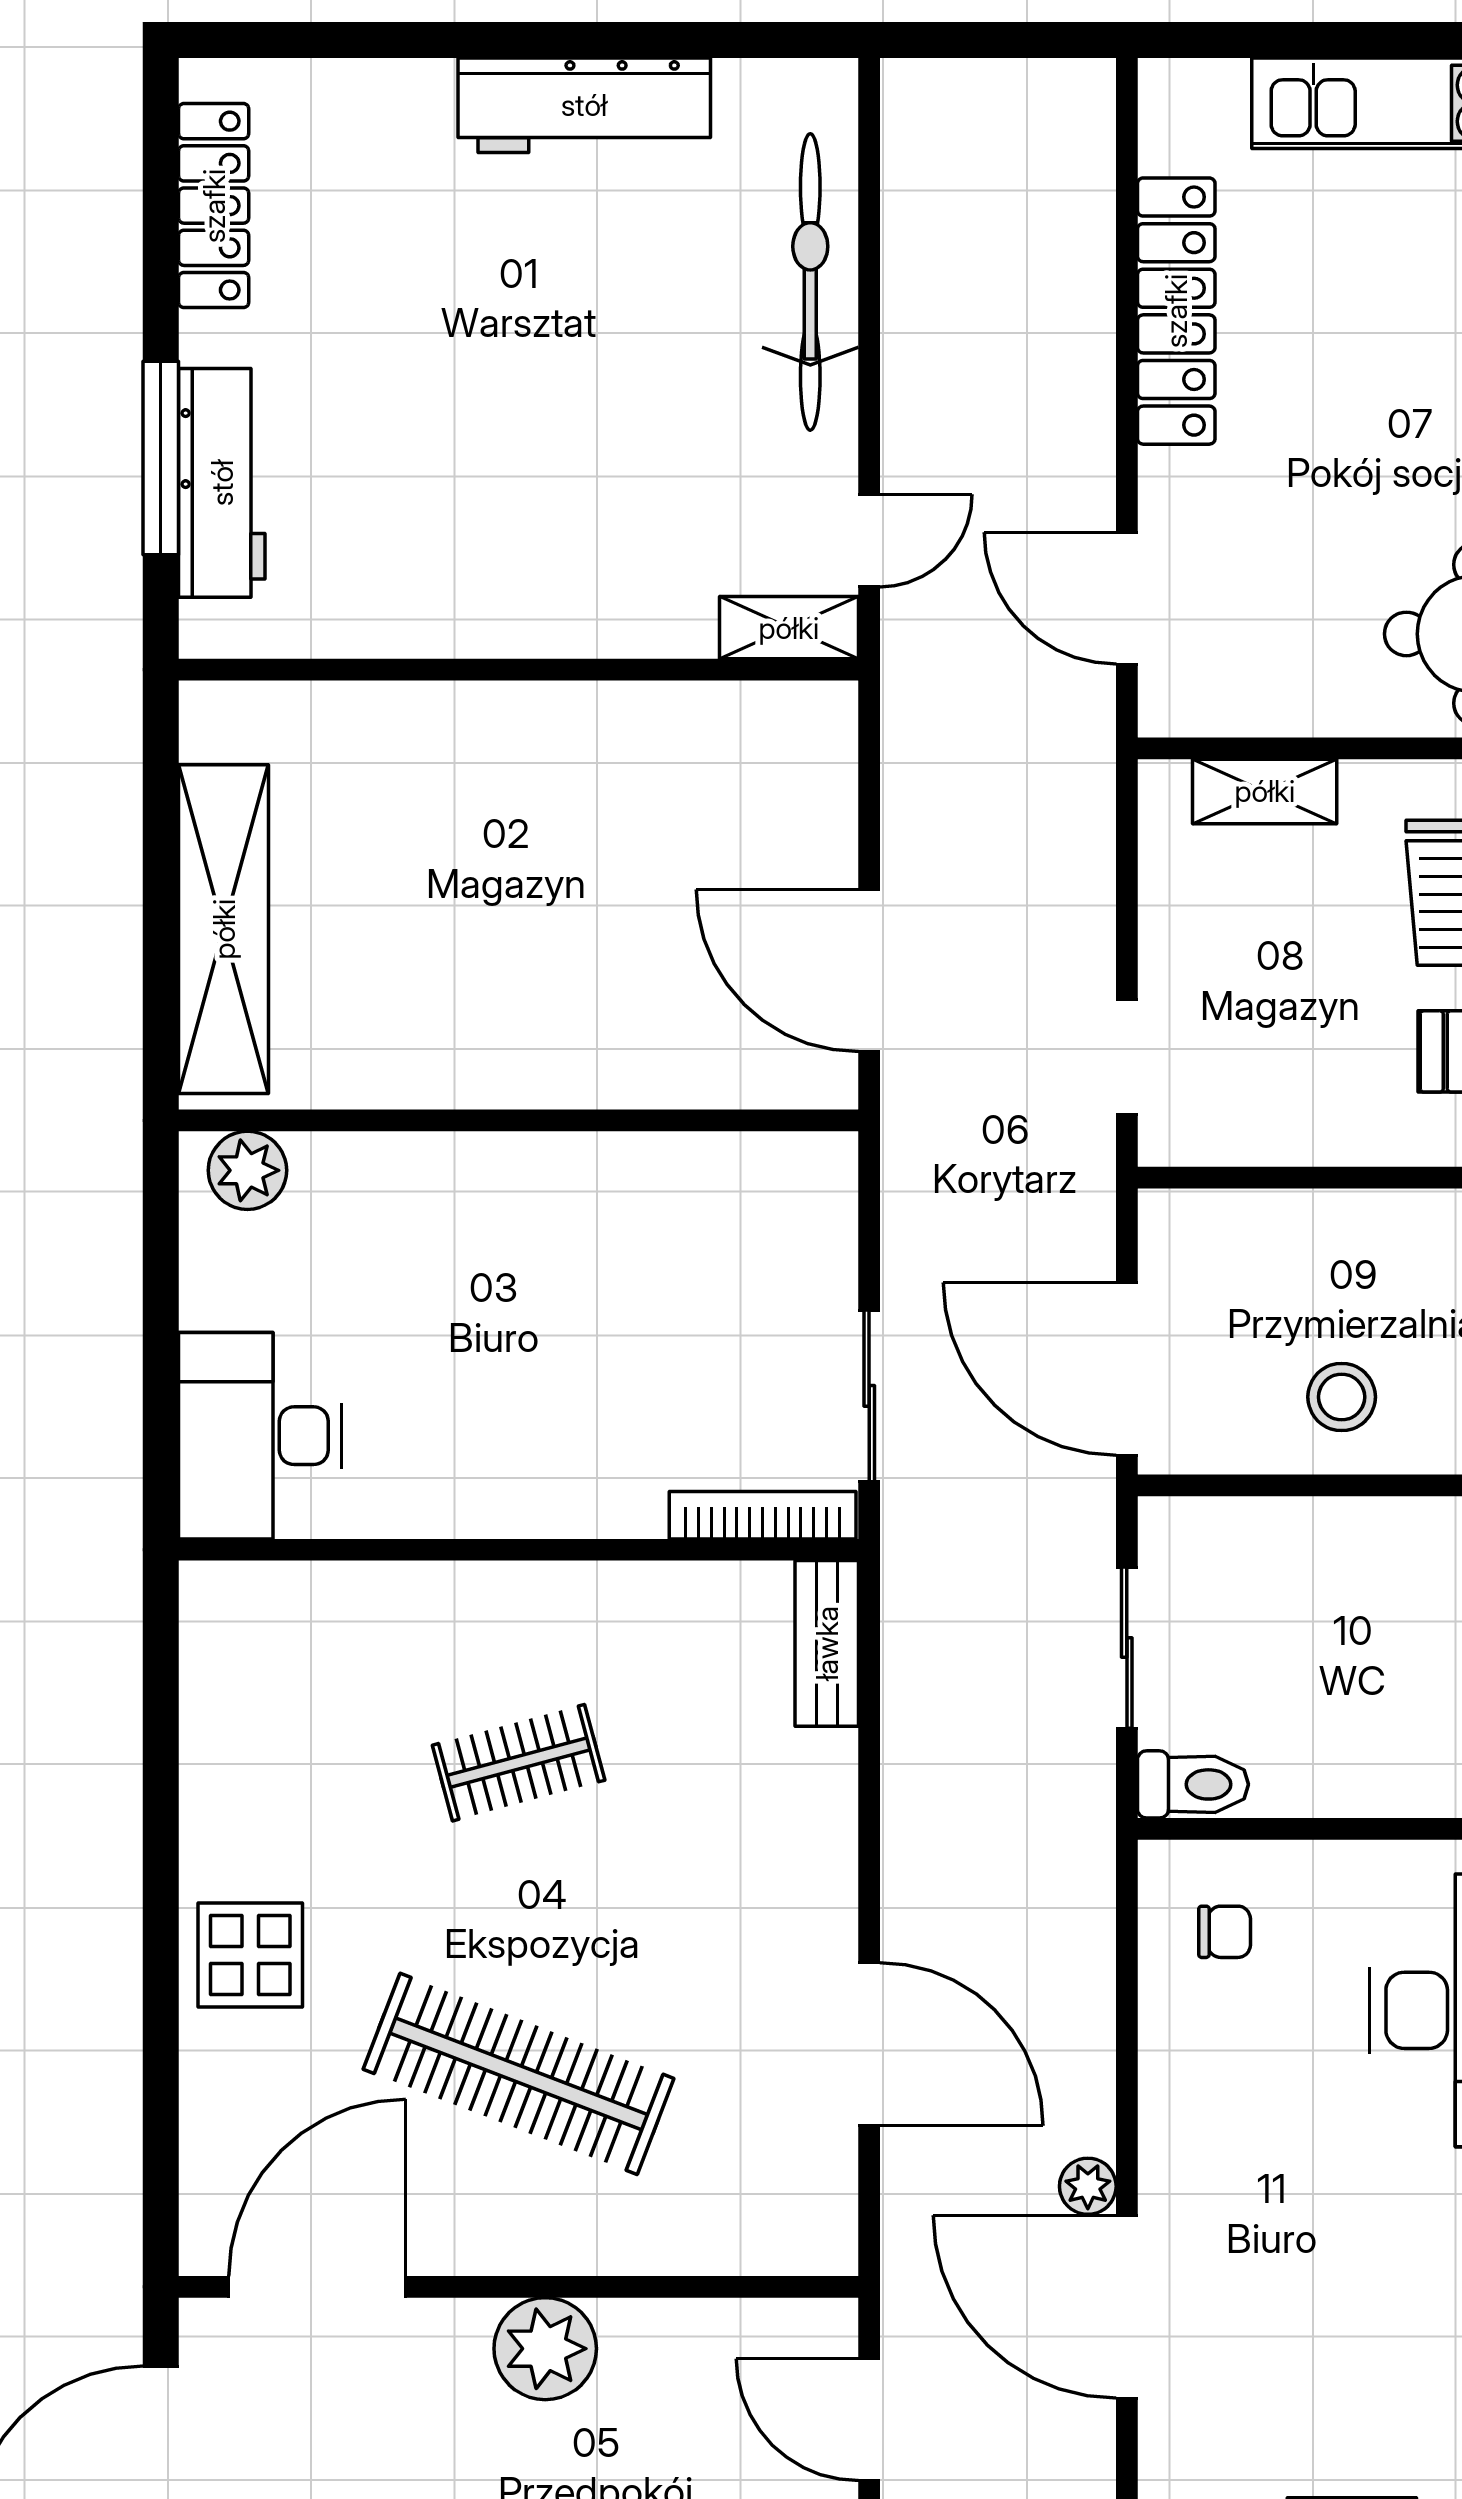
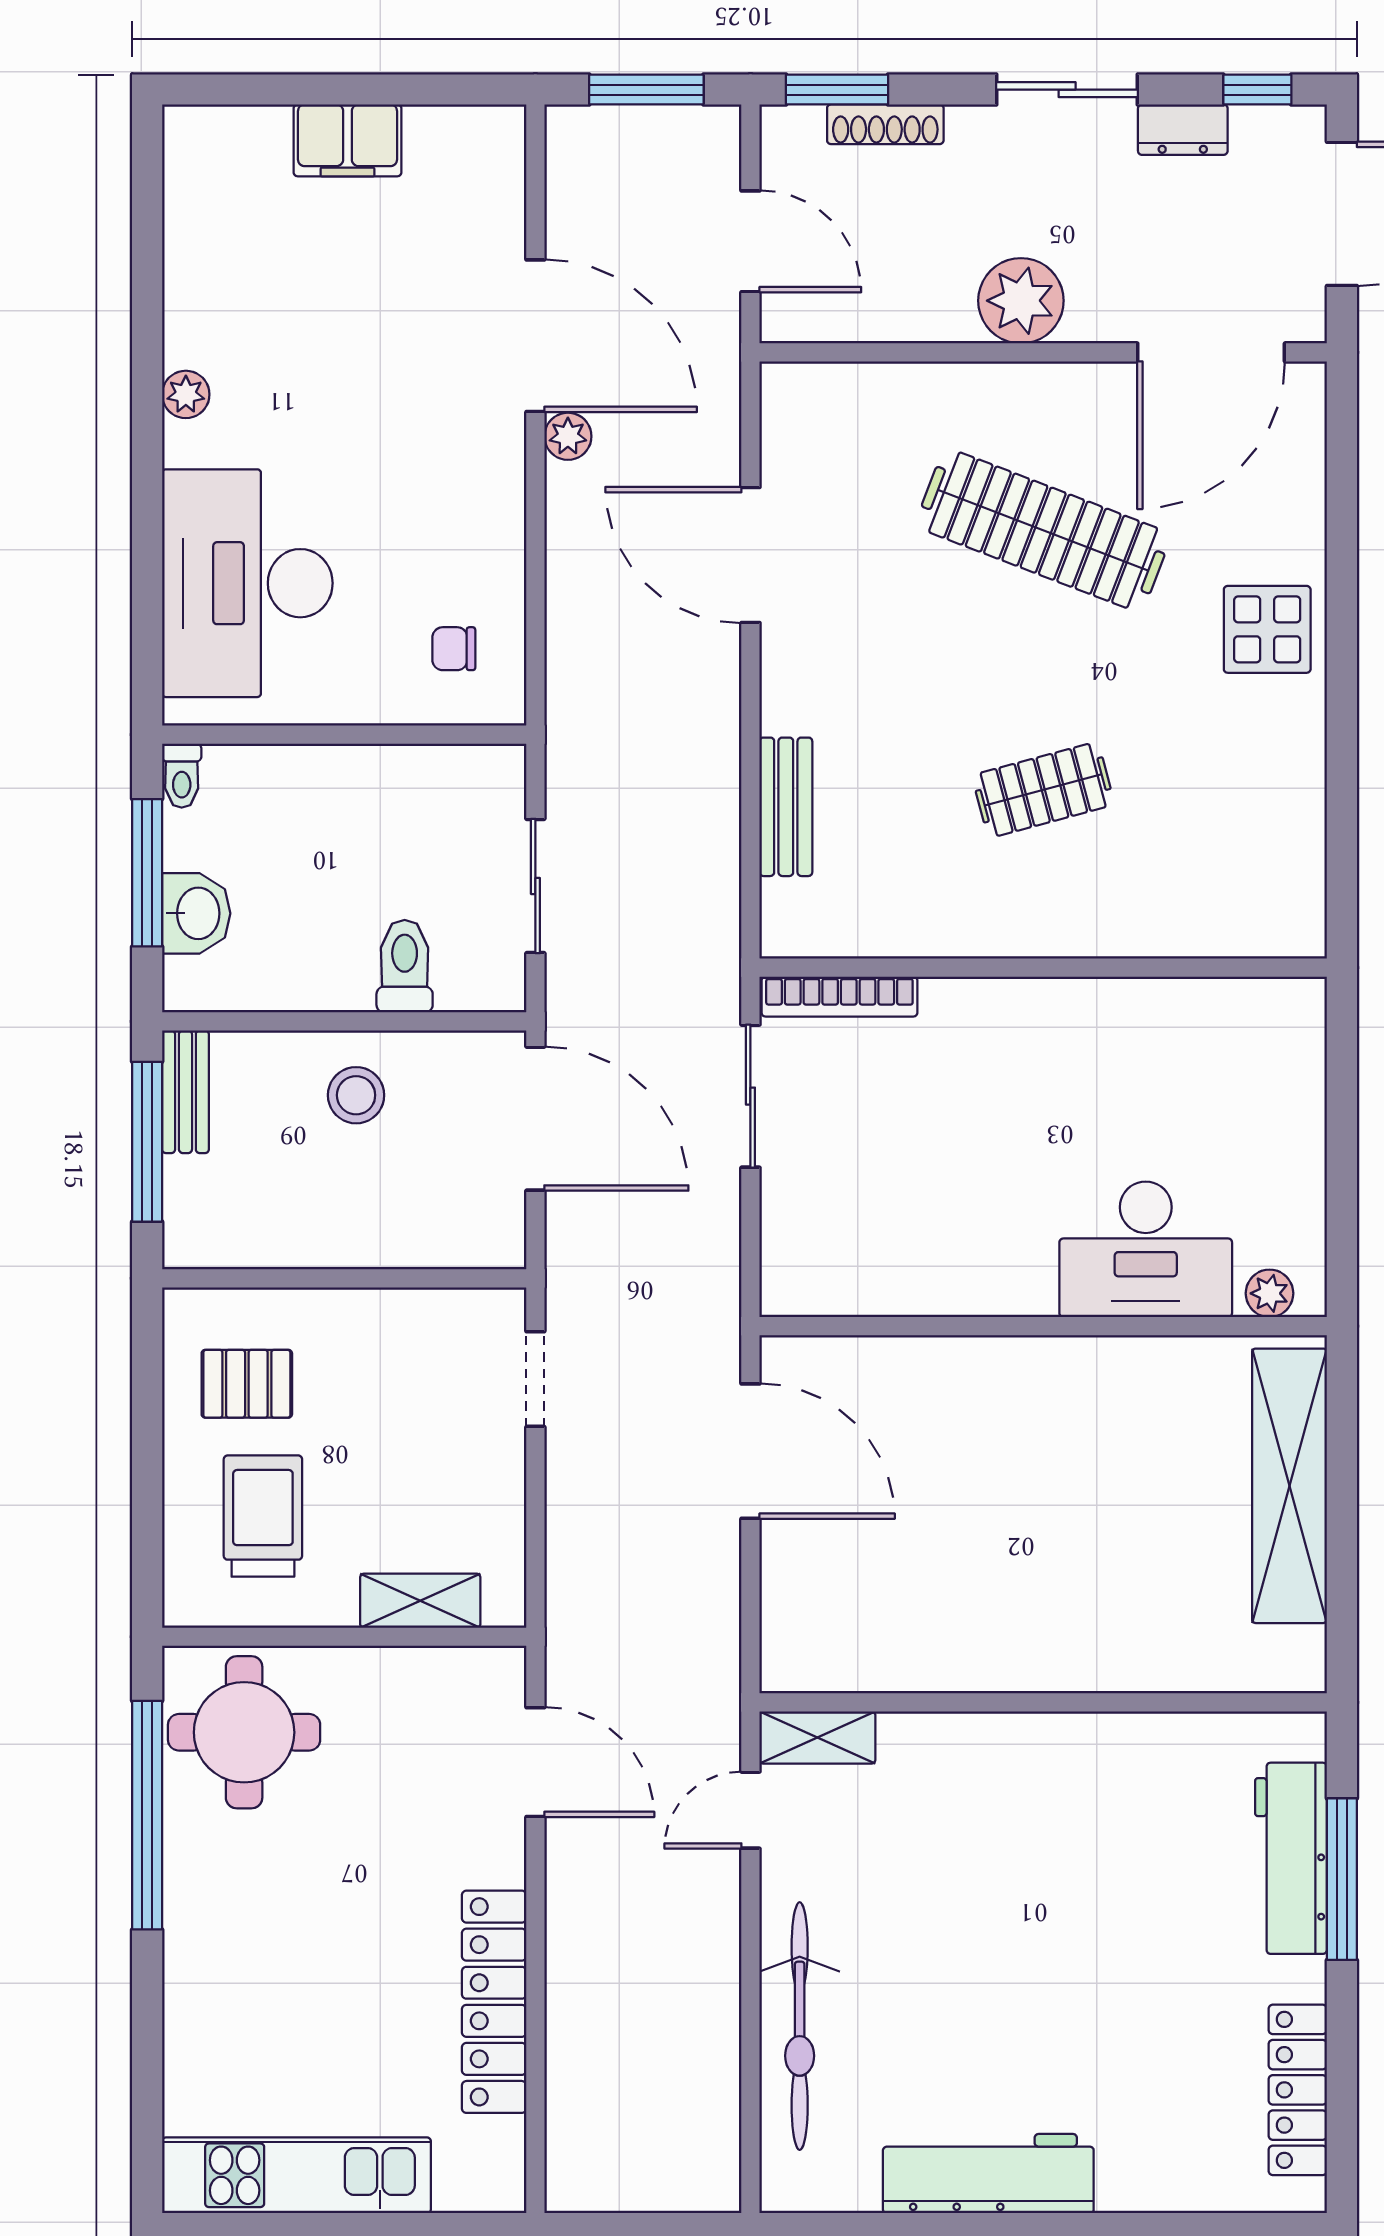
plant: (247, 1170) -> (1270, 1293), width x0.73, depth x0.73
desk: (260, 1436) -> (1146, 1249), moved, turned 90
bench: (827, 1643) -> (786, 807), moved
toilet: (1193, 1784) -> (405, 966), moved, turned 90

